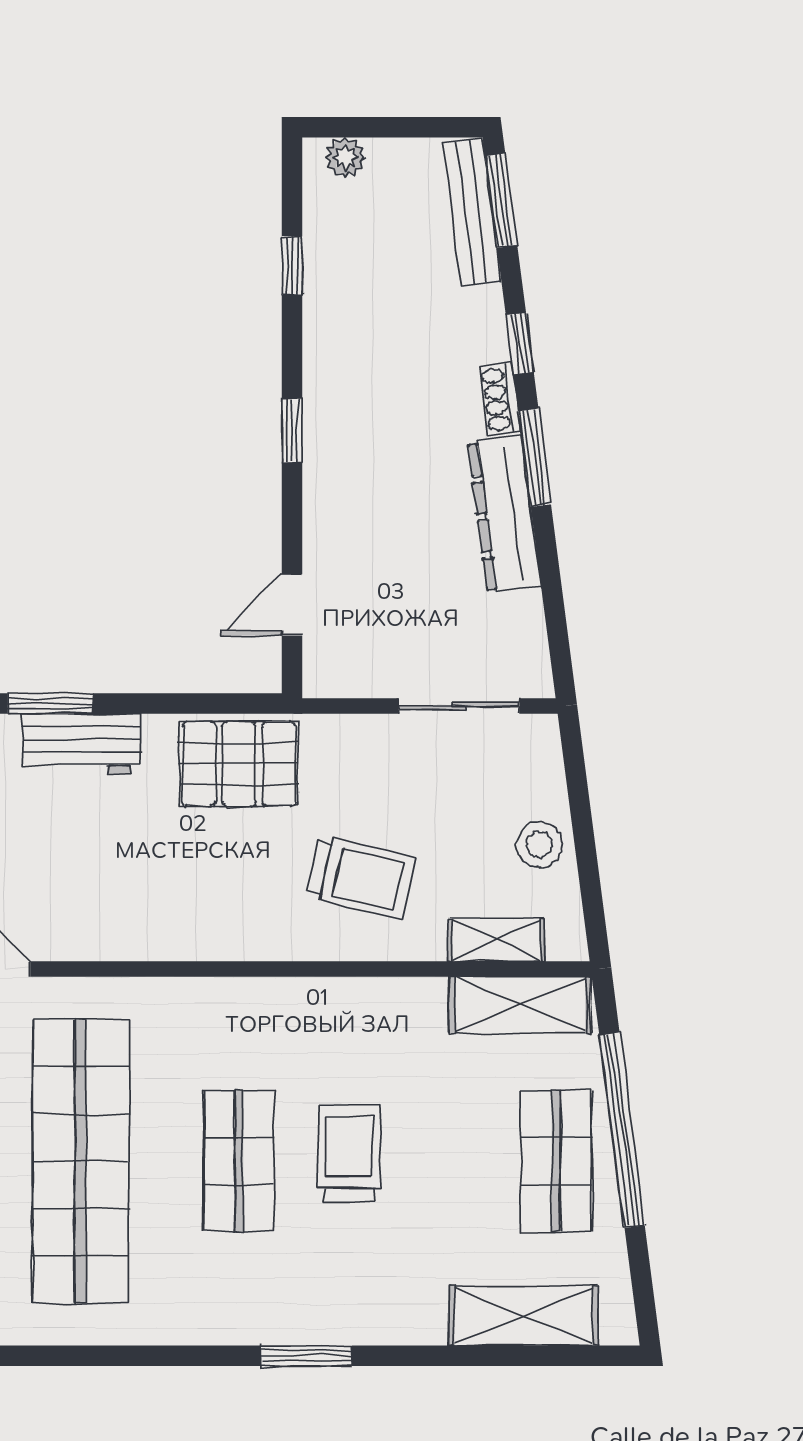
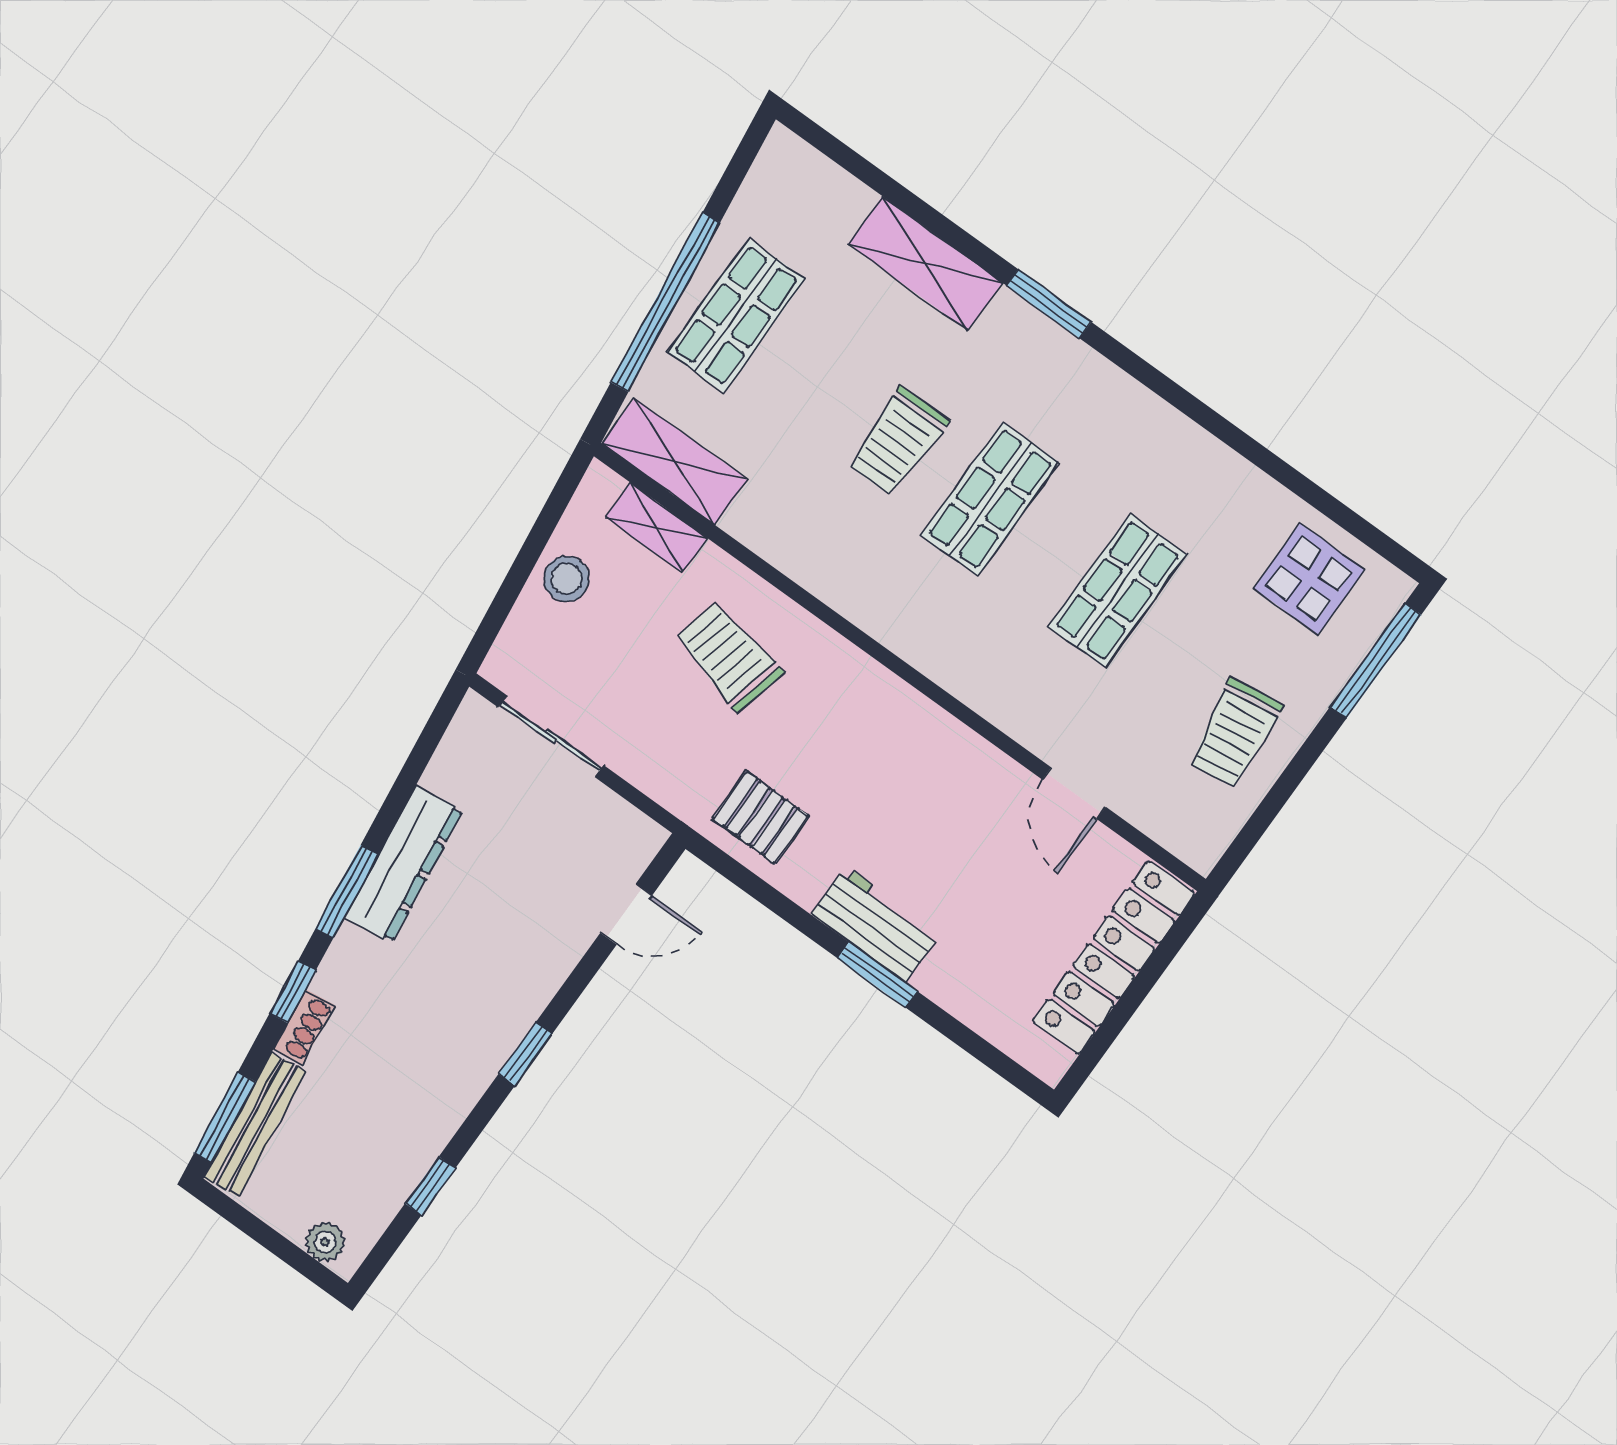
shoe rack: (500, 399) -> (304, 1027), moved
pallet: (239, 764) -> (761, 817), width x0.67, depth x0.71
shop shelf: (80, 1161) -> (1118, 591), width x0.50, depth x0.74
shelving: (523, 1316) -> (925, 263), moved

